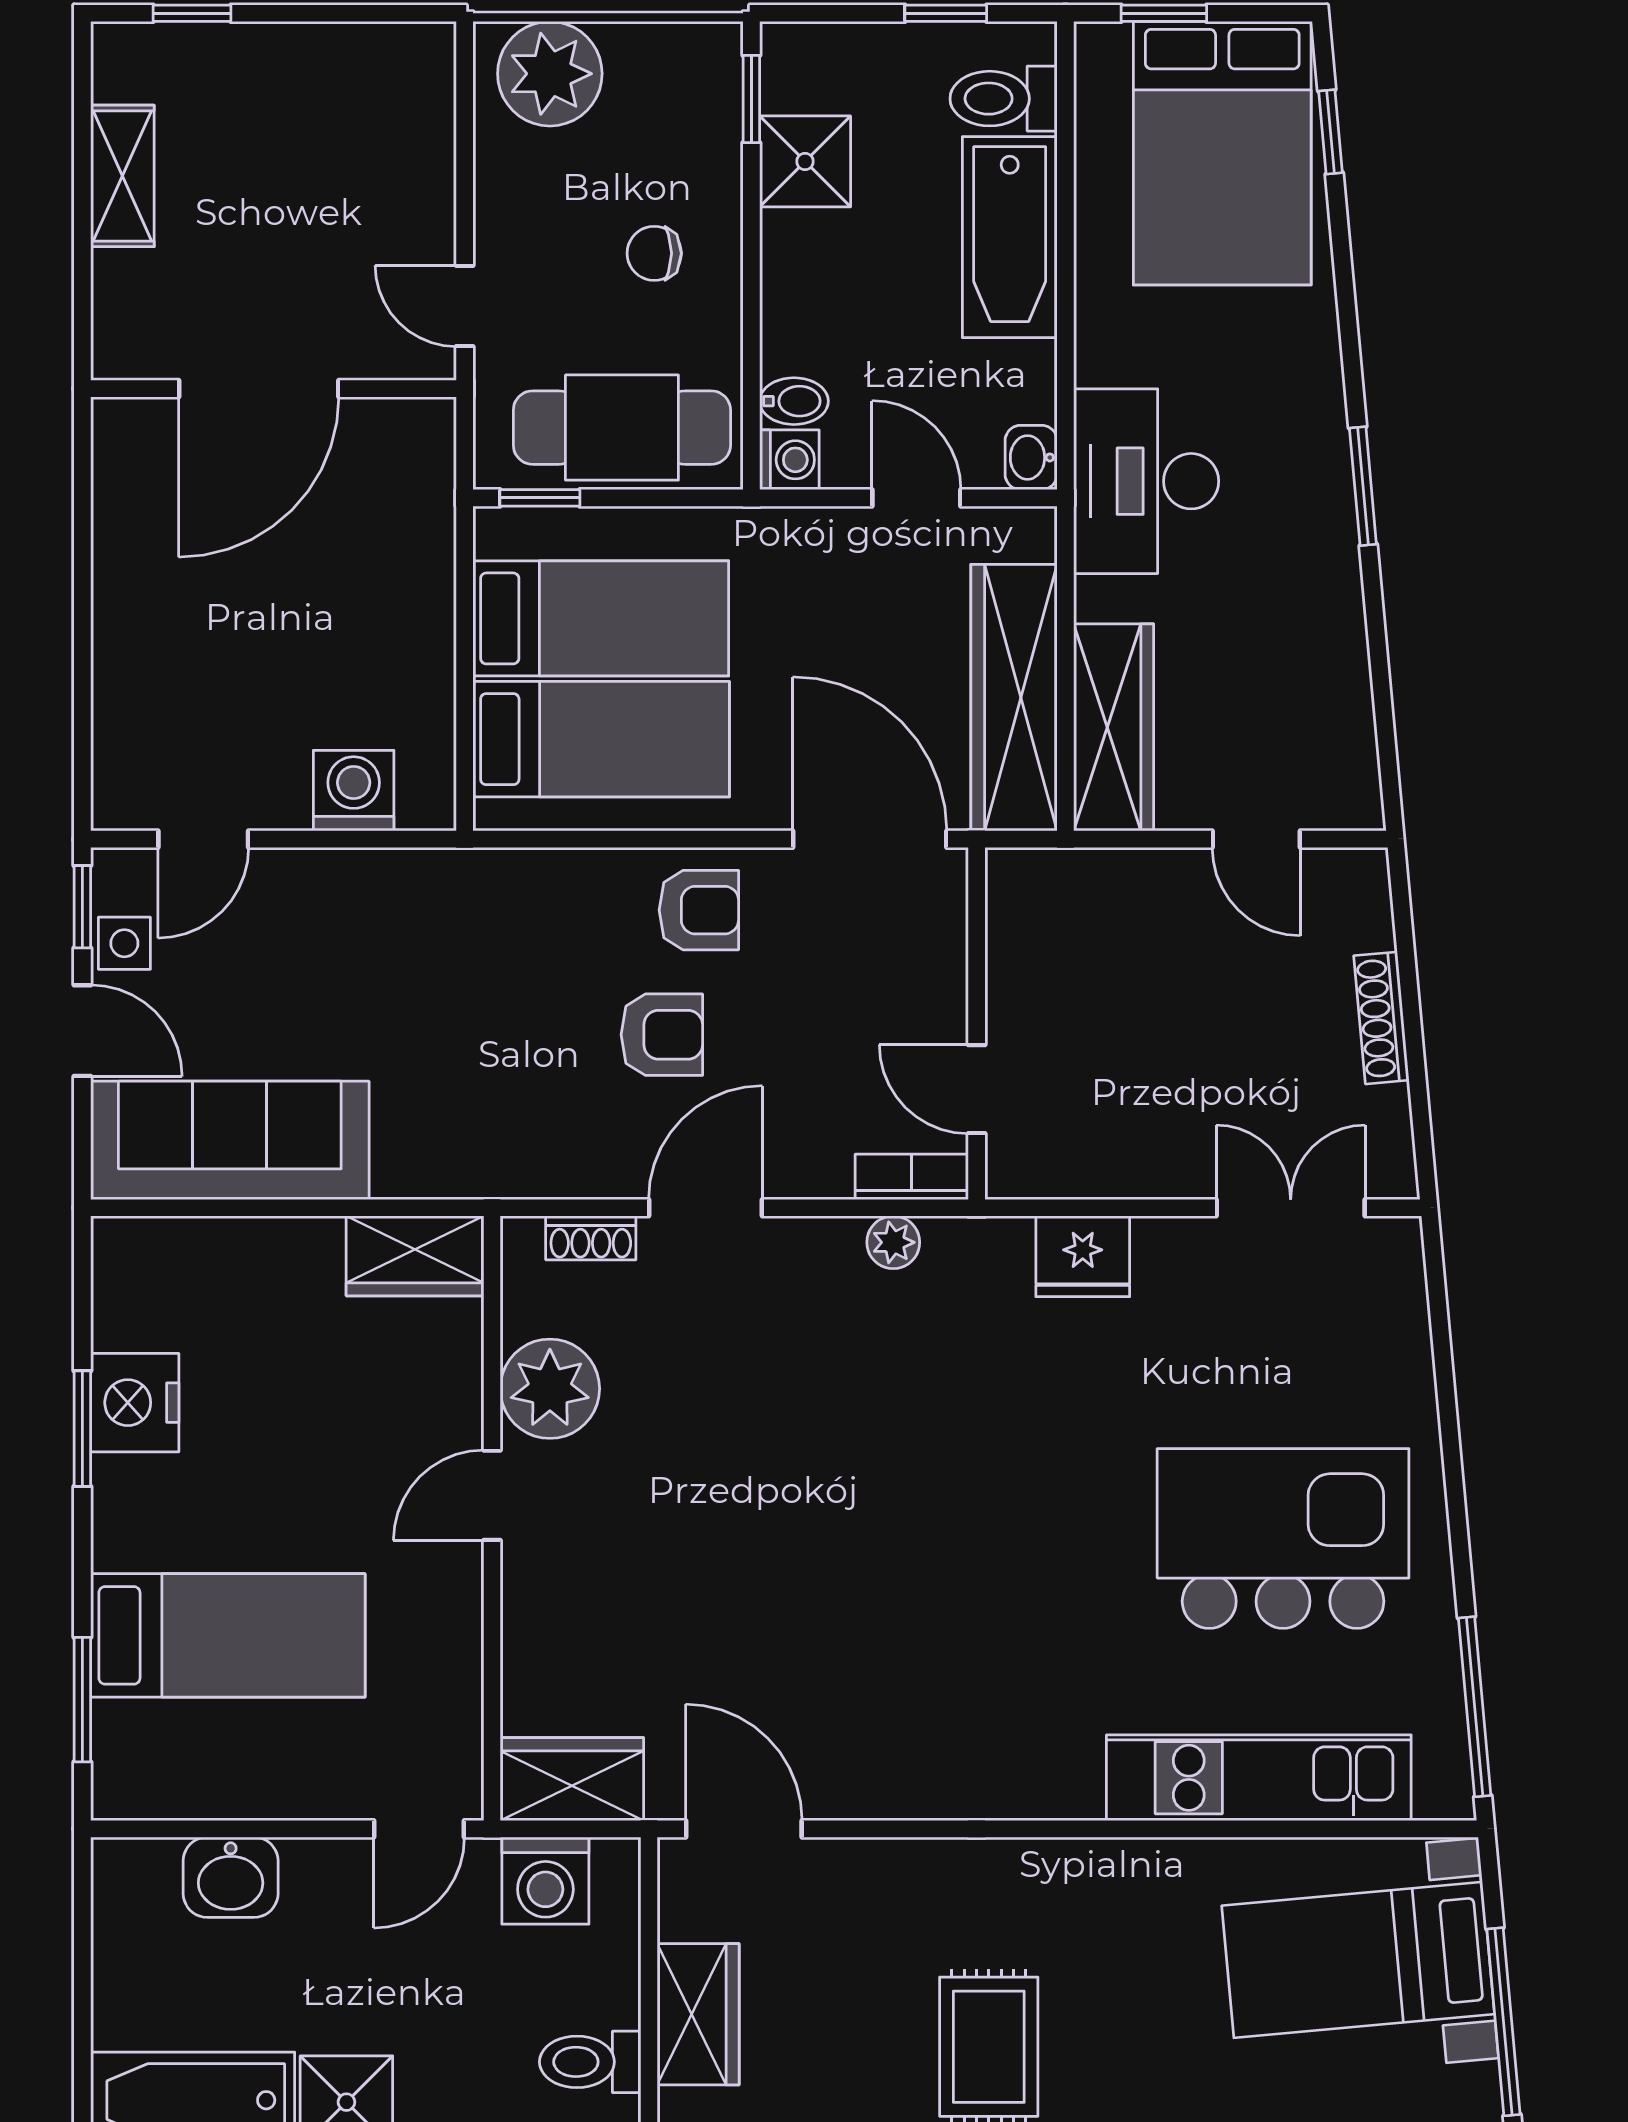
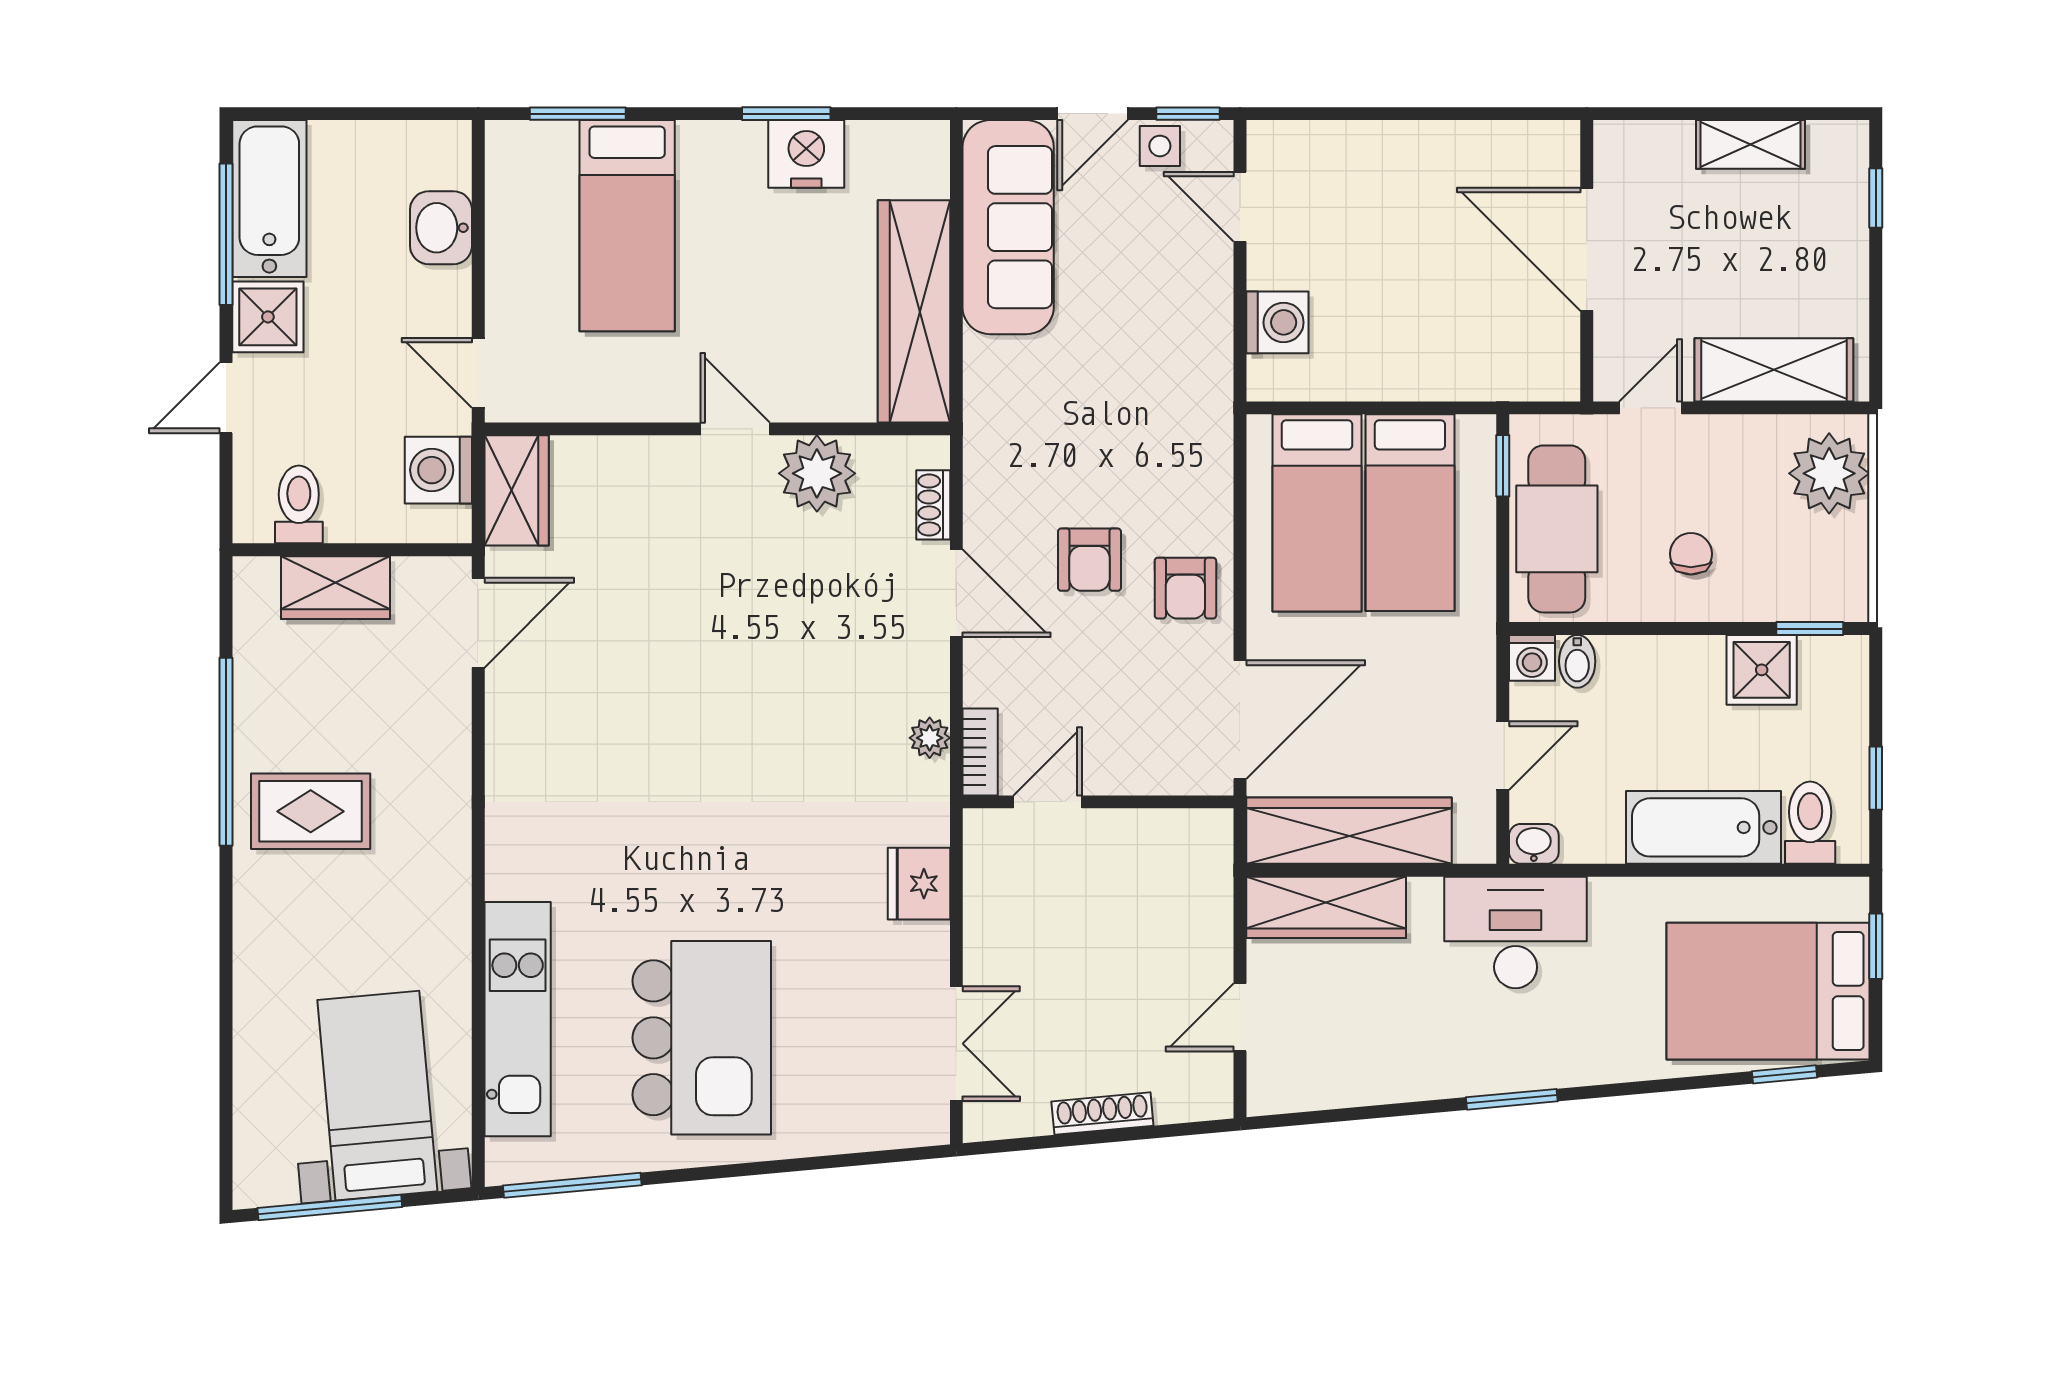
shelving: (415, 146) -> (1774, 370), added
wardrobe: (415, 1256) -> (914, 311), width x2.10, depth x1.17

